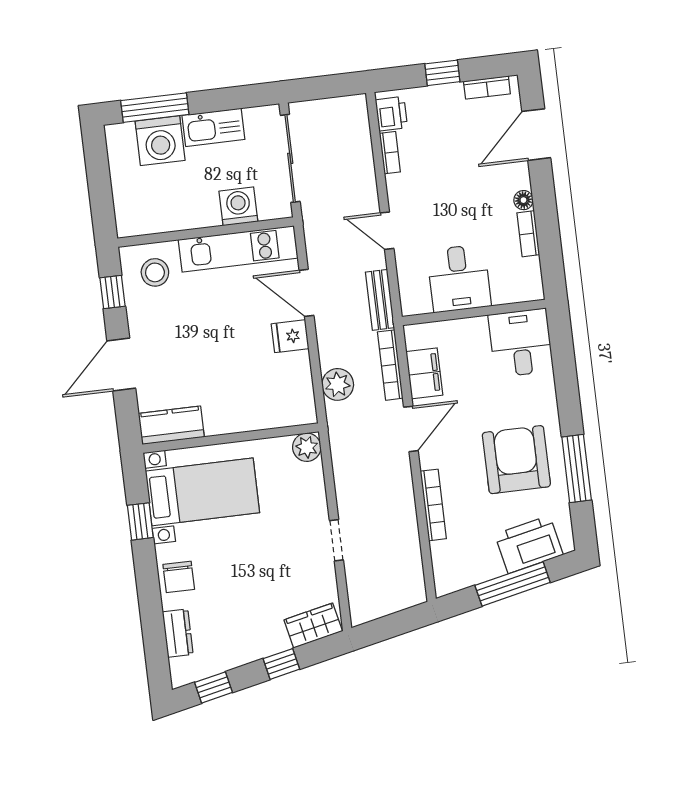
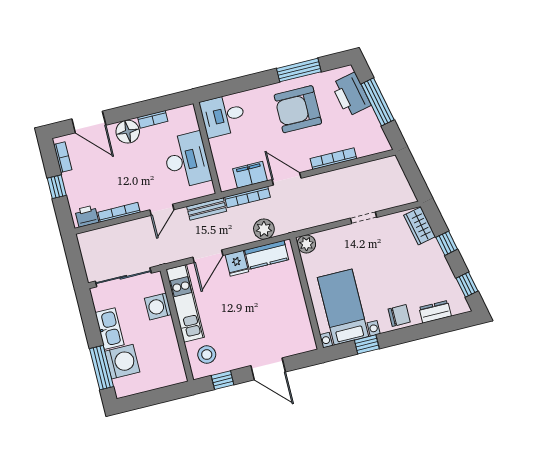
bookcase: (390, 153) -> (119, 212), width x1.56
floor lamp: (523, 200) -> (128, 132), width x1.89, depth x1.89
desk: (459, 278) -> (187, 160), width x1.37
kitchen counter: (171, 425) -> (267, 255), moved, turned -90

